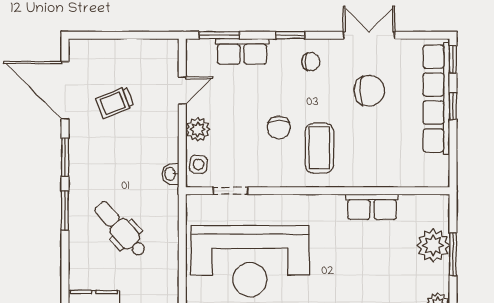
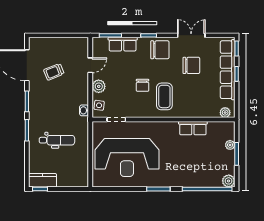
chair: (311, 62) -> (160, 50), width x1.87, depth x1.87
plant: (432, 178) -> (225, 113), added
dental chair: (120, 229) -> (57, 140), turned 132
plant: (433, 245) -> (230, 145), width x0.53, depth x0.53

